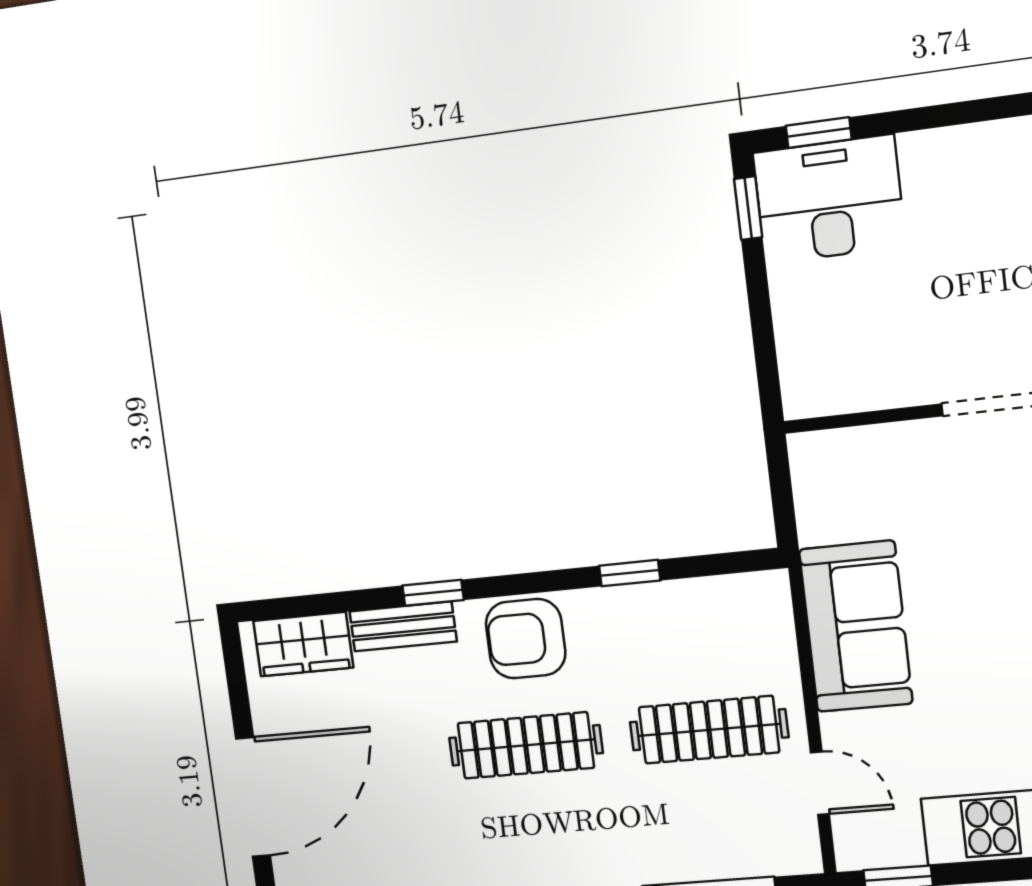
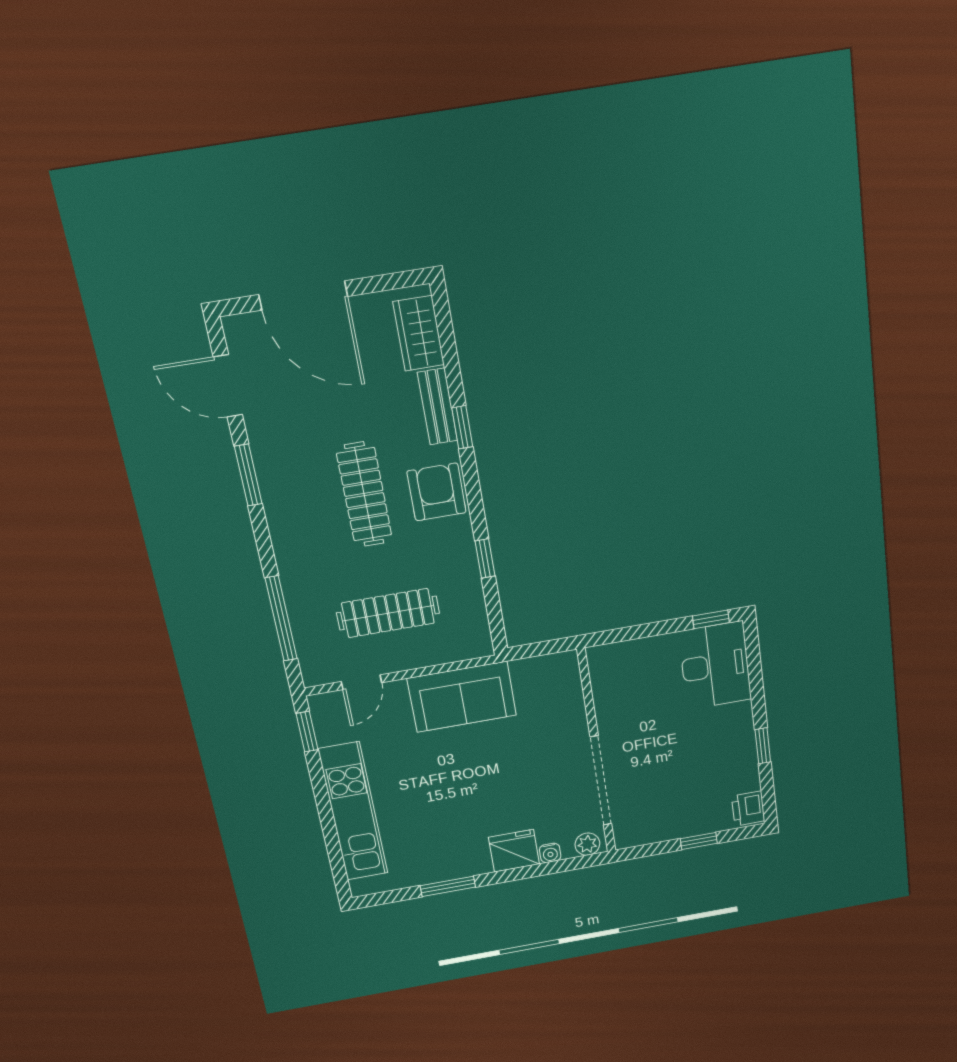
window: (819, 133) -> (763, 746), moved
clothes rail: (709, 730) -> (388, 613), turned 90

